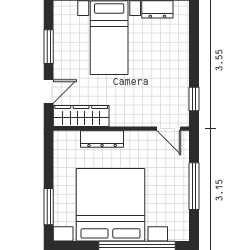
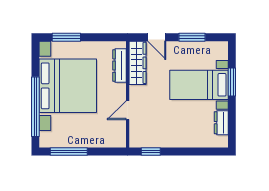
door: (169, 129) -> (128, 110), moved
dresser: (102, 139) -> (119, 66), moved
window: (194, 186) -> (69, 151), moved

